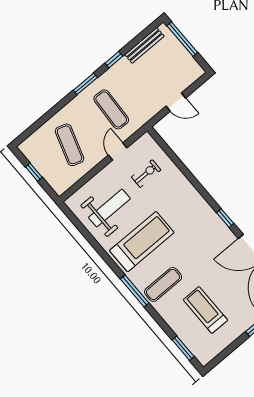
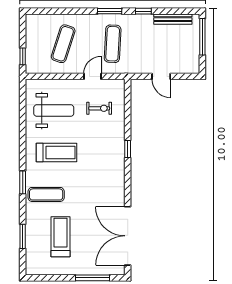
window: (34, 172) -> (23, 56), moved
window: (225, 218) -> (128, 149), moved
treadmill: (142, 242) -> (56, 153), width x0.73, depth x0.73
window: (135, 291) -> (23, 182), width x0.69
window: (183, 348) -> (23, 236), moved

